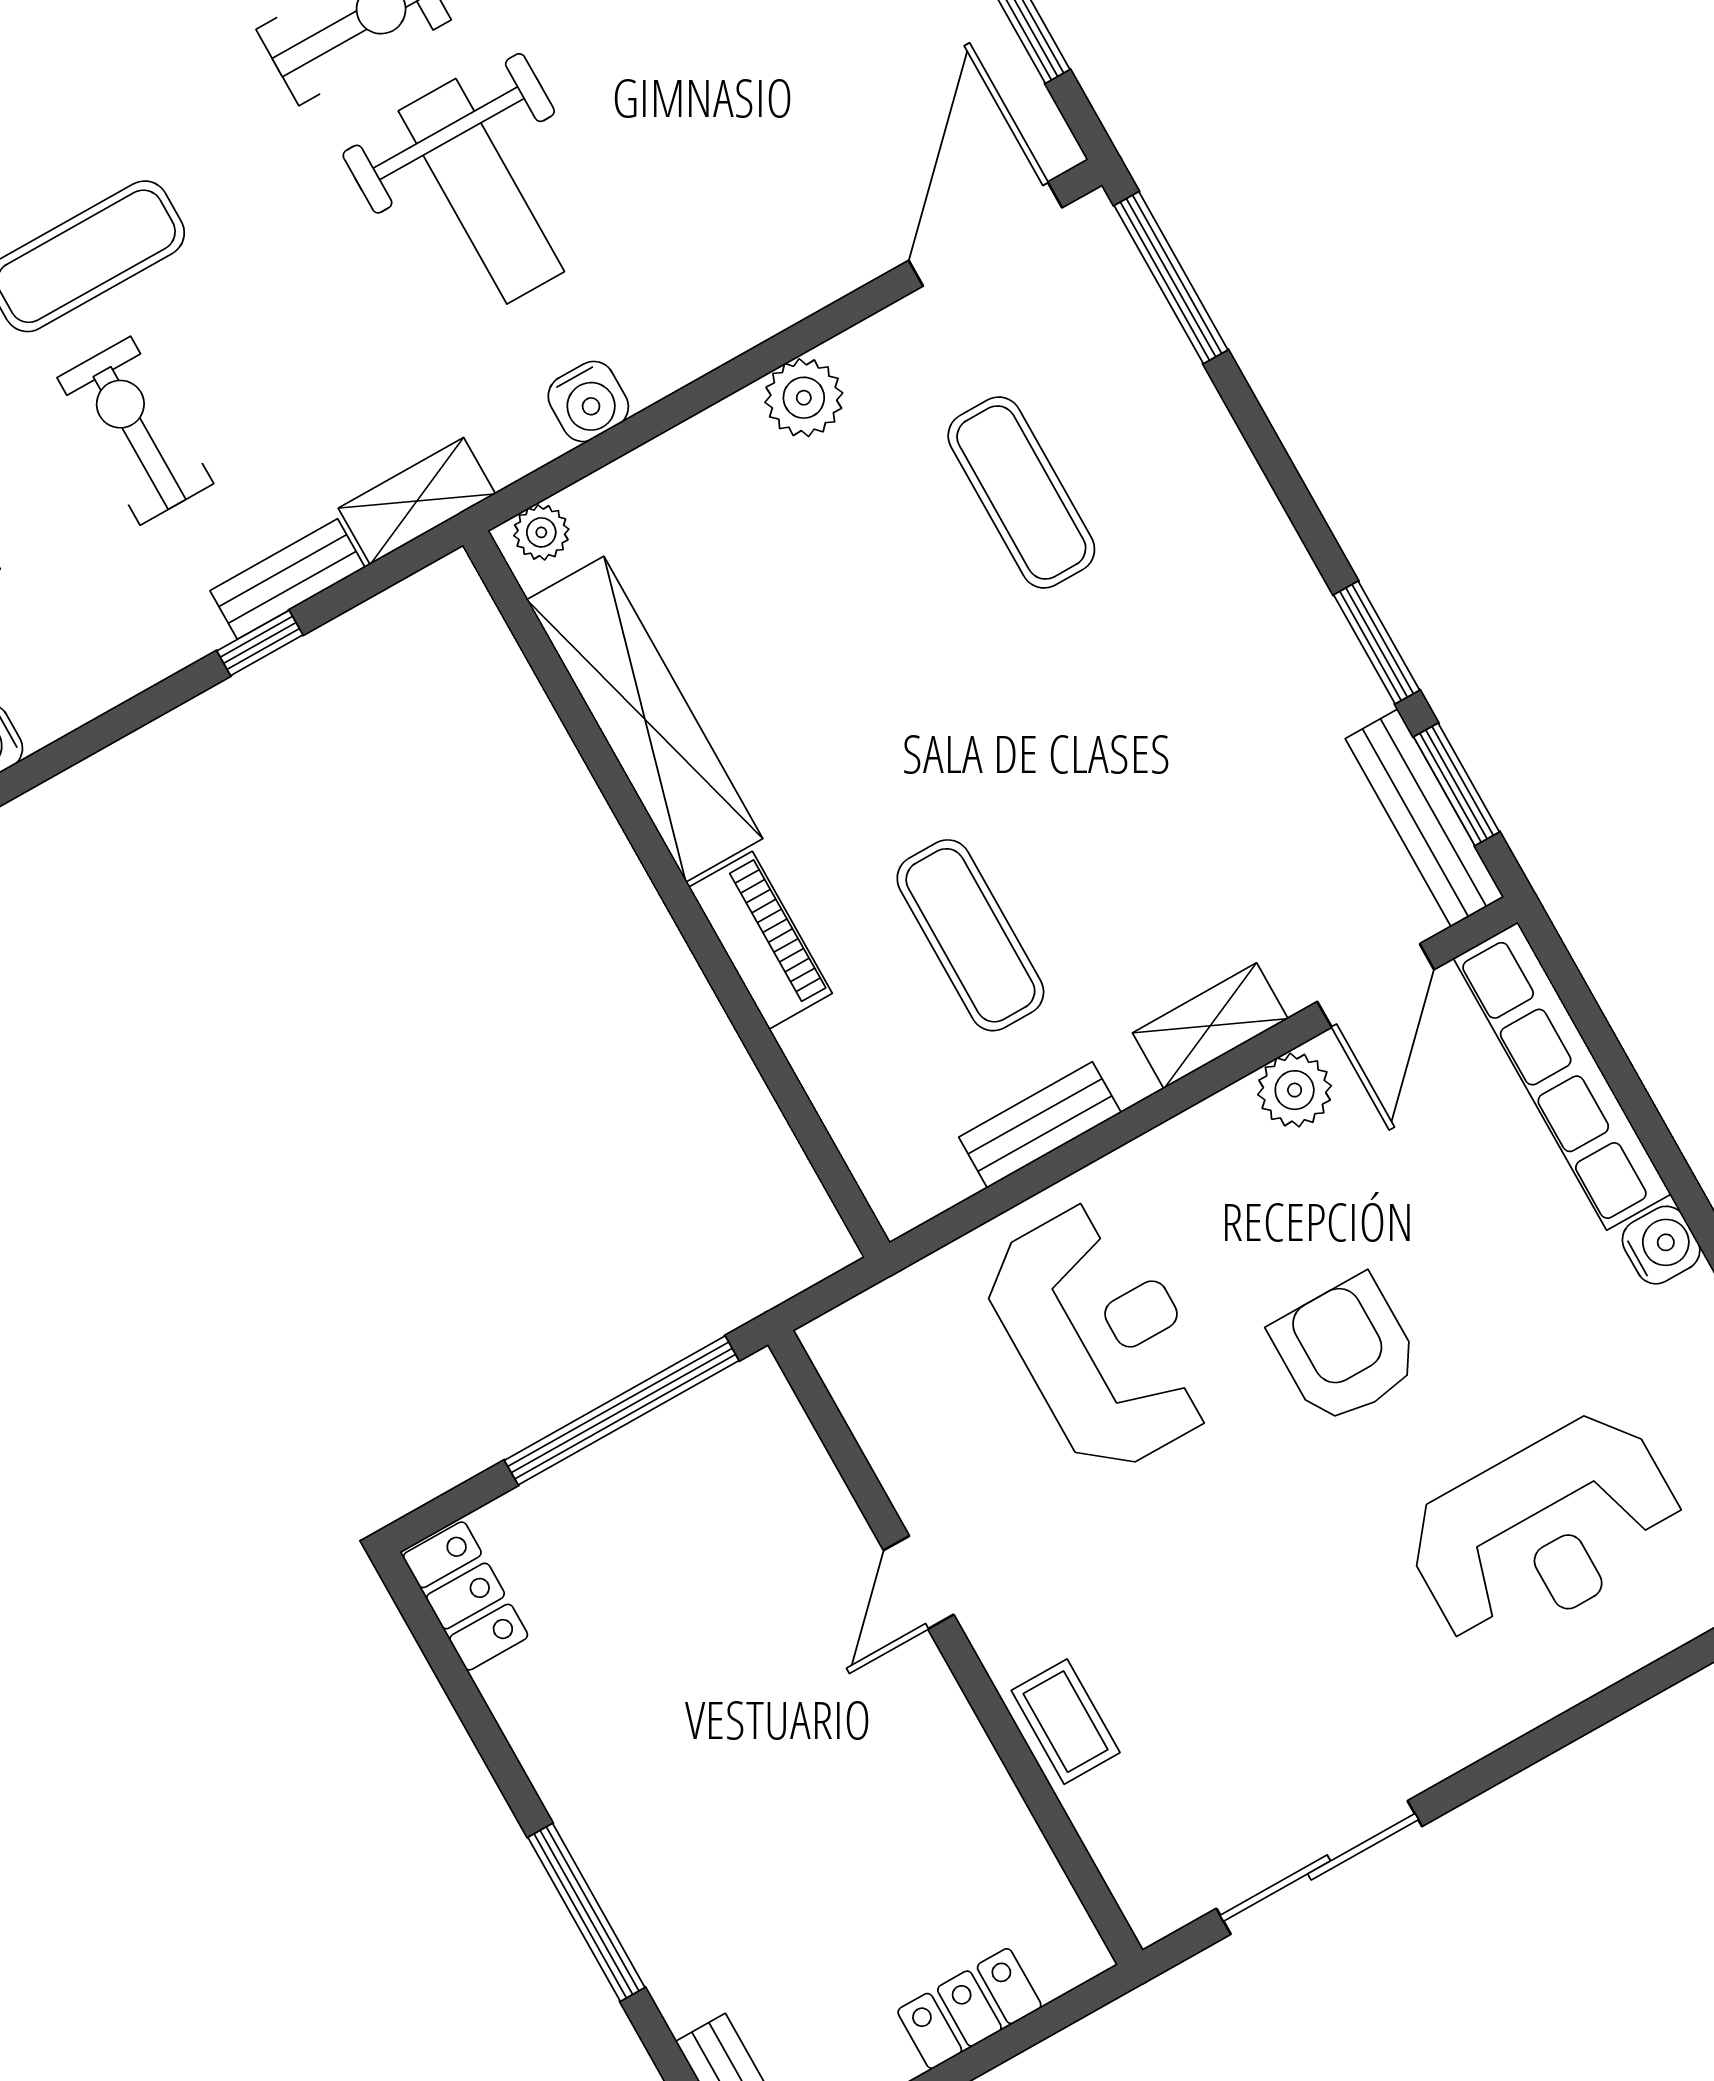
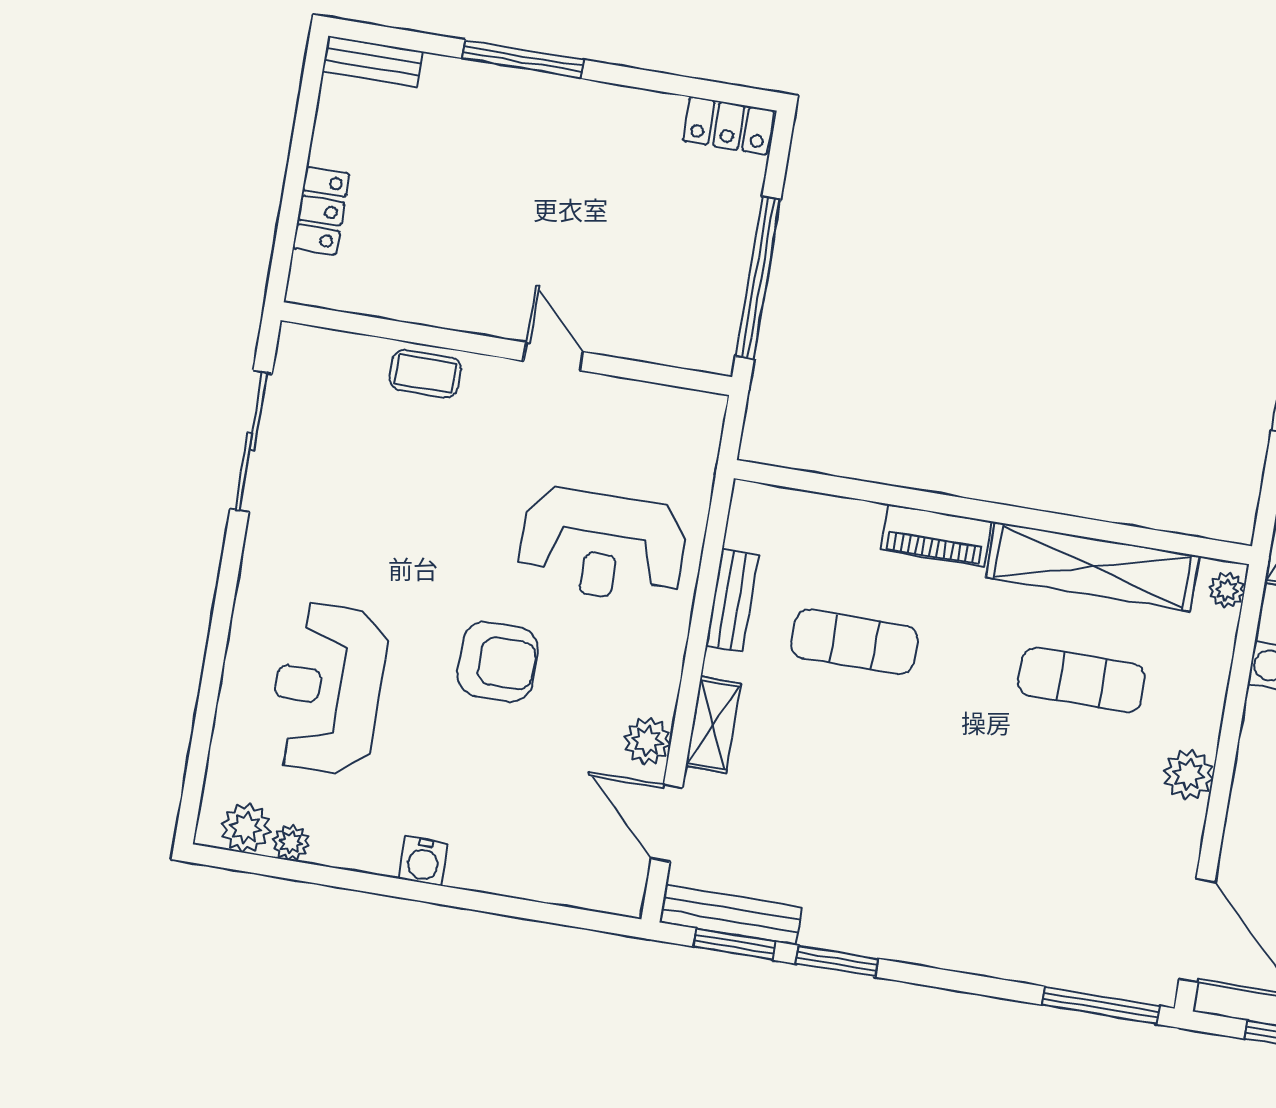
exercise mat: (1021, 493) -> (1082, 680), moved
row of seats: (1562, 1076) -> (547, 880), removed

